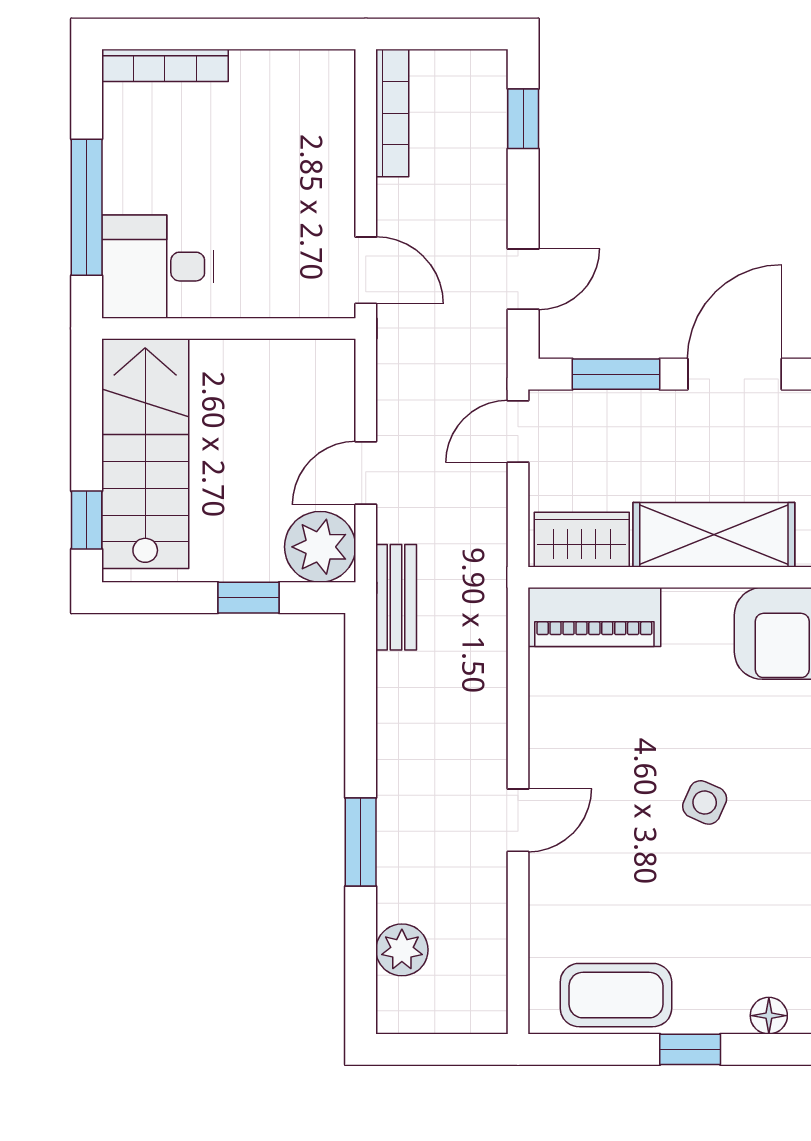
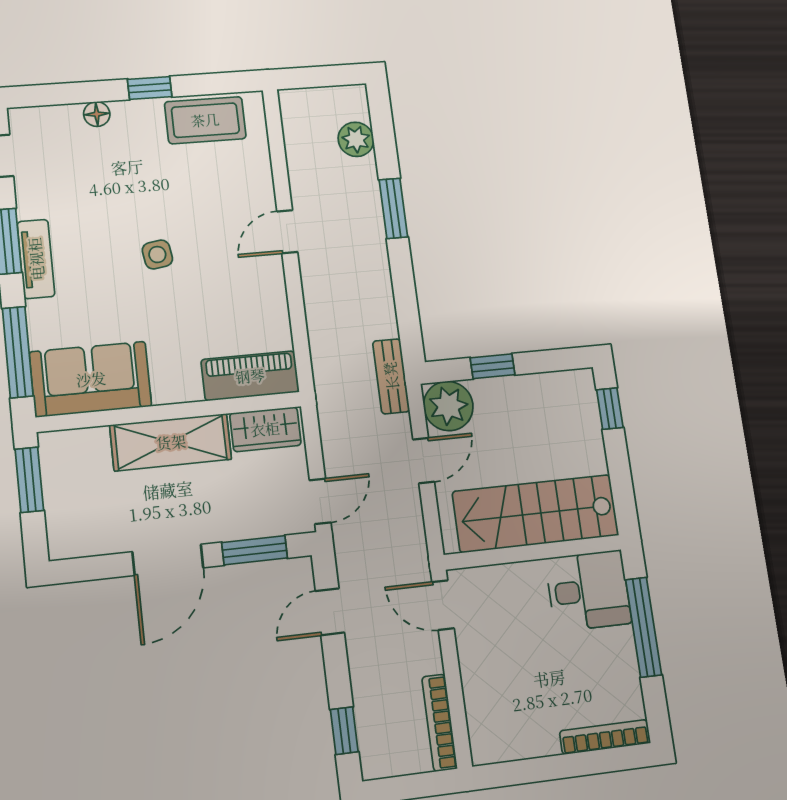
stairs: (145, 454) -> (536, 513), moved, turned 90
side table: (705, 802) -> (157, 255), turned -33

